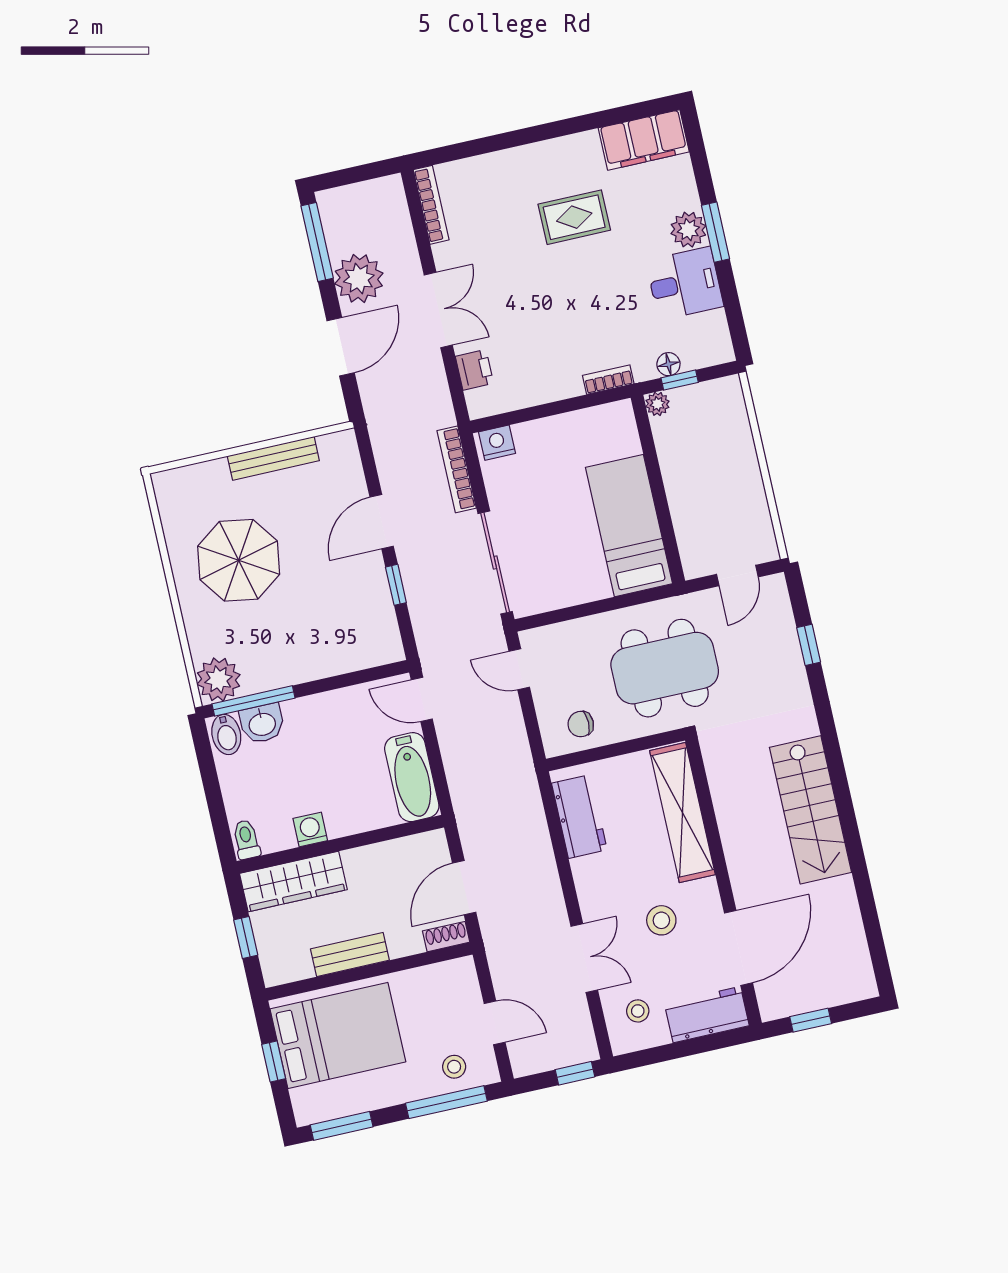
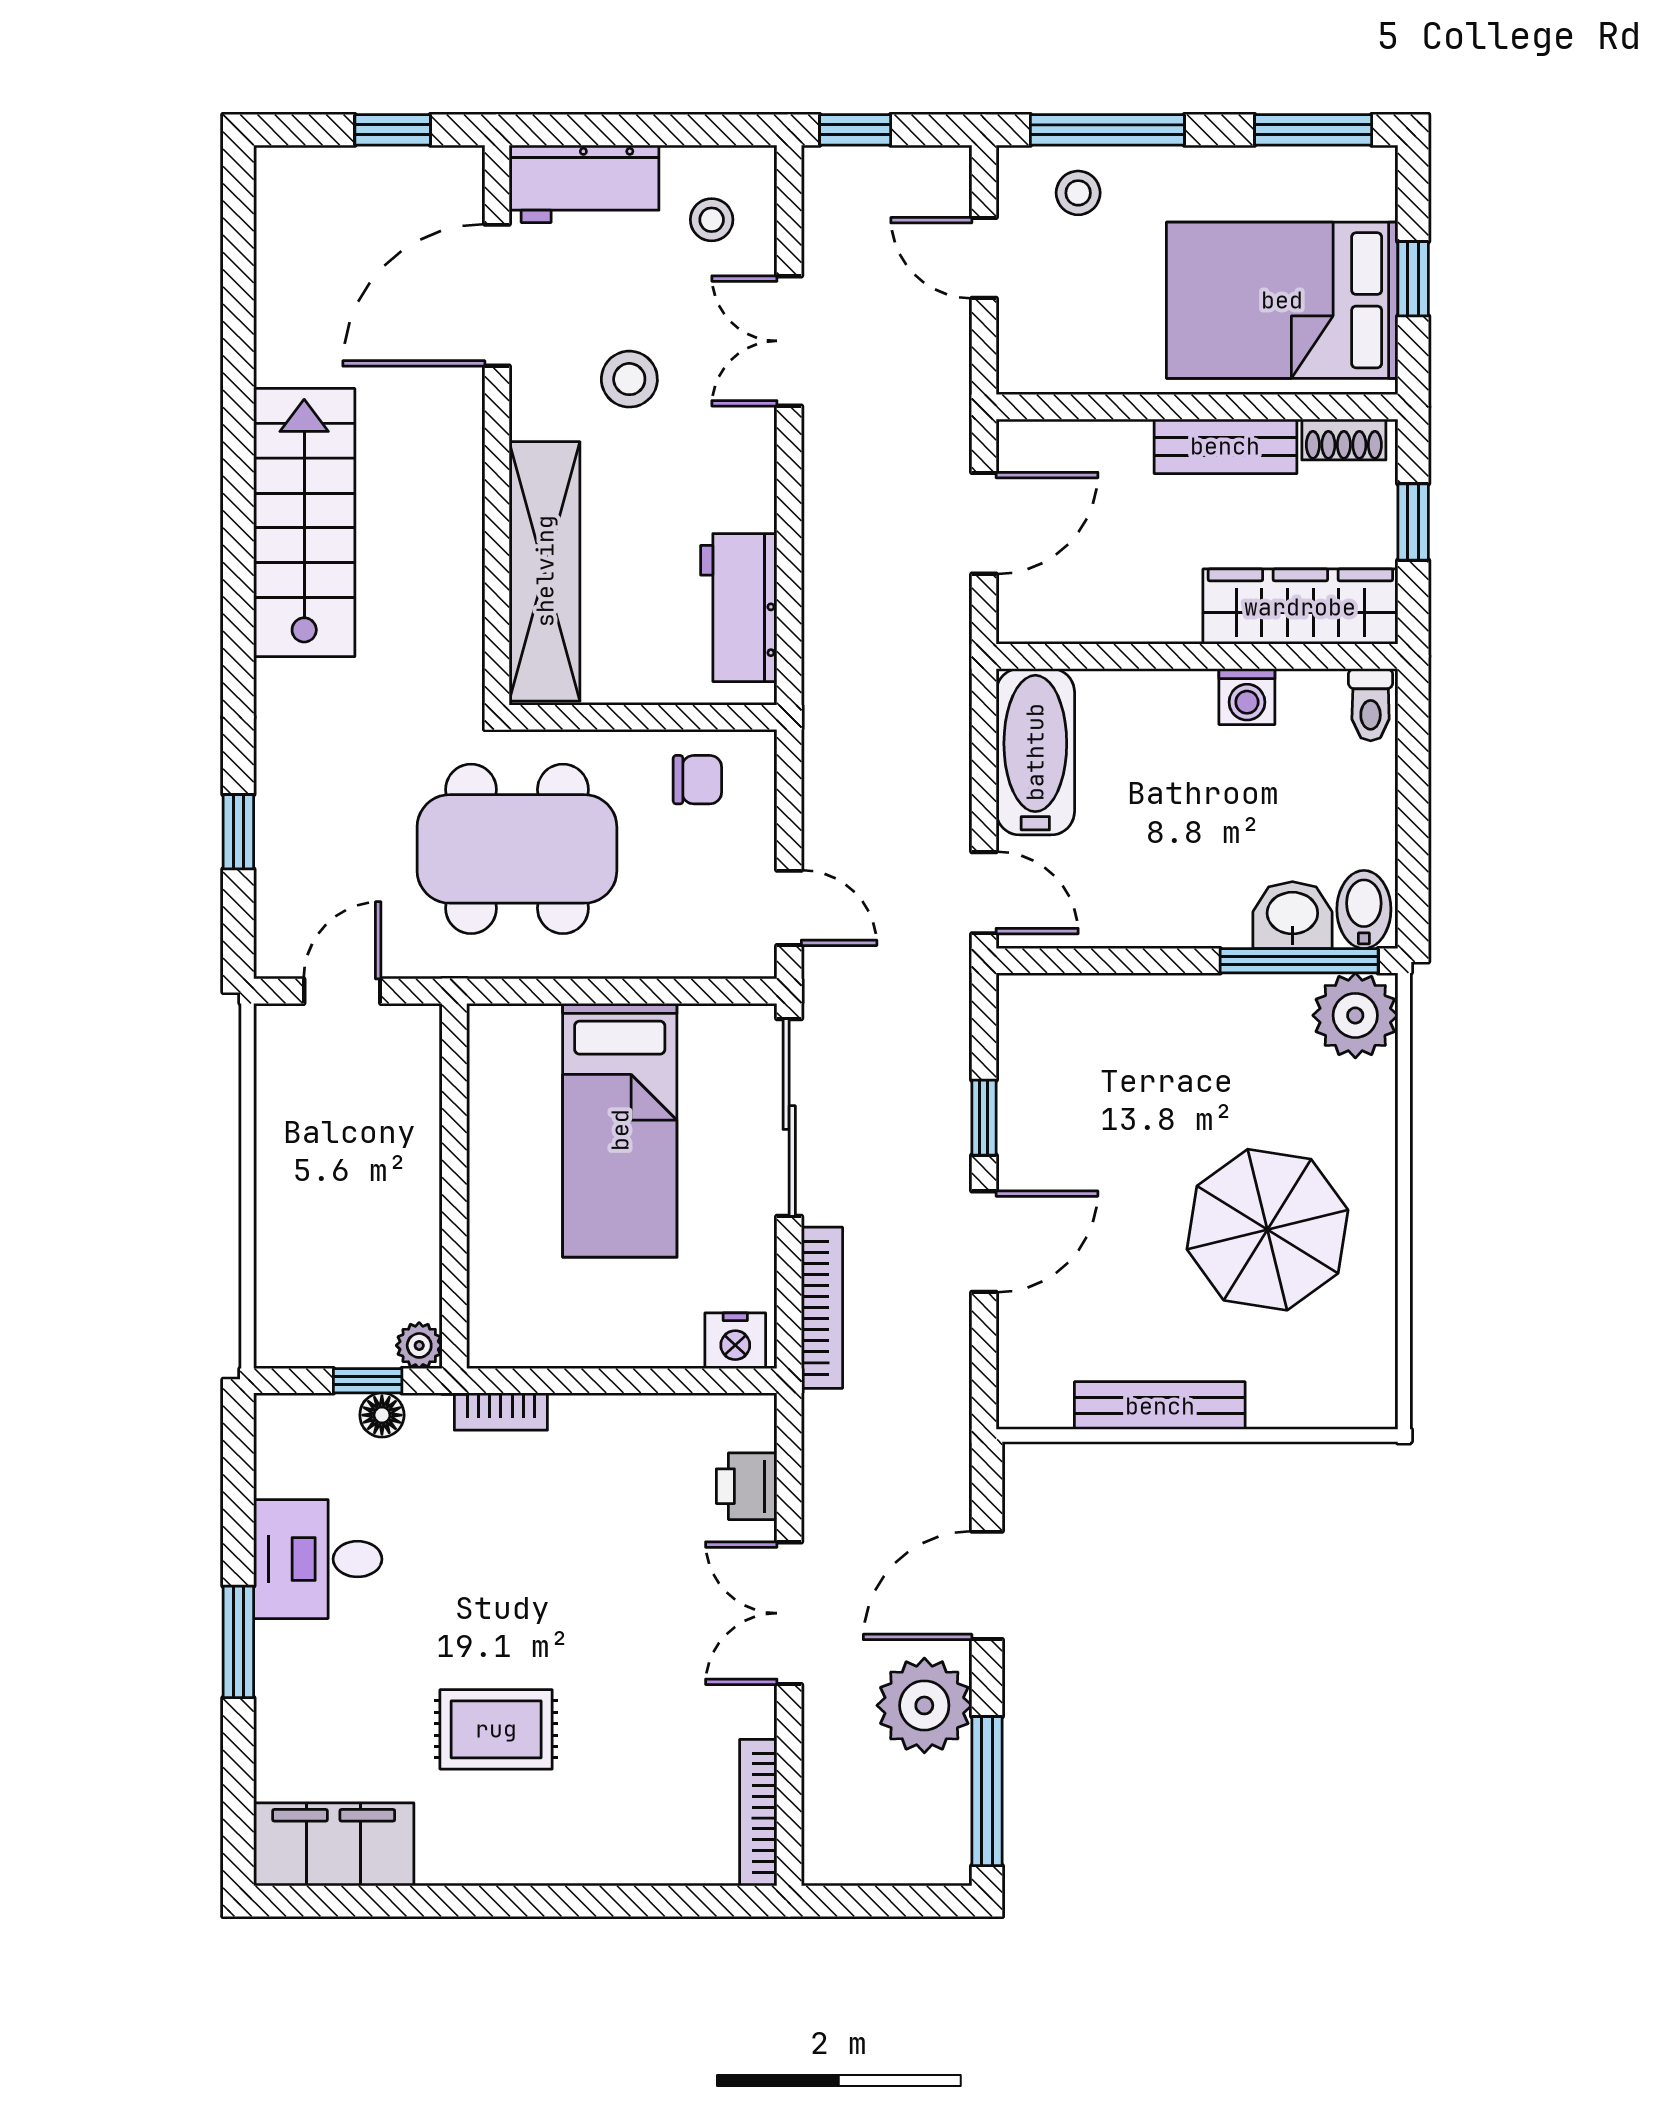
plant: (688, 230) -> (288, 1658), removed
bed: (629, 526) -> (620, 1130), moved
shoe rack: (446, 937) -> (1344, 439), moved

